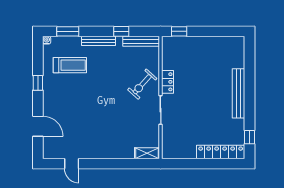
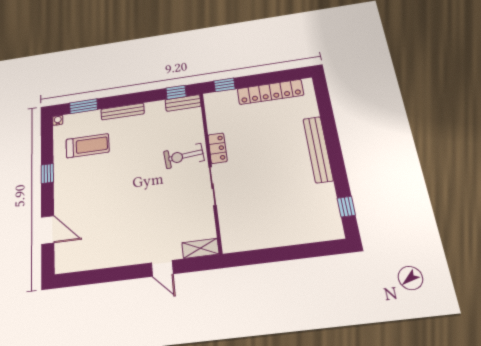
window: (121, 31) -> (176, 92), moved
bench: (141, 41) -> (183, 103), width x0.73
exercise bike: (142, 84) -> (184, 156), turned 43
locker: (221, 152) -> (270, 92), moved, turned 180
door: (72, 164) -> (162, 268), moved

